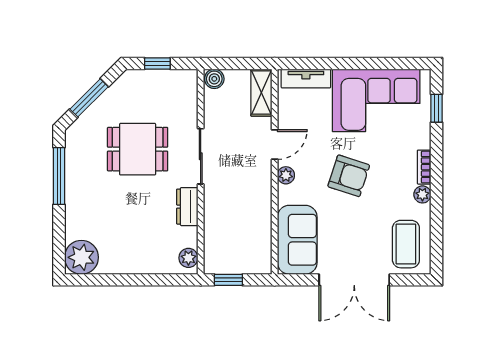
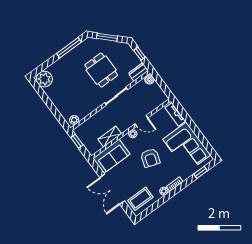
shelving: (261, 93) -> (110, 136), moved
dresser: (187, 207) -> (138, 72), moved

